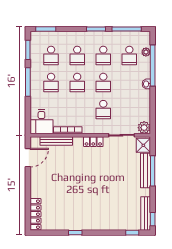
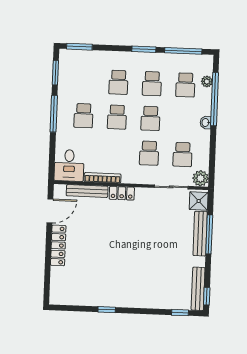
school desk: (51, 55) -> (183, 154), moved
locker: (93, 142) -> (122, 193), moved
locker: (35, 214) -> (58, 245), moved

